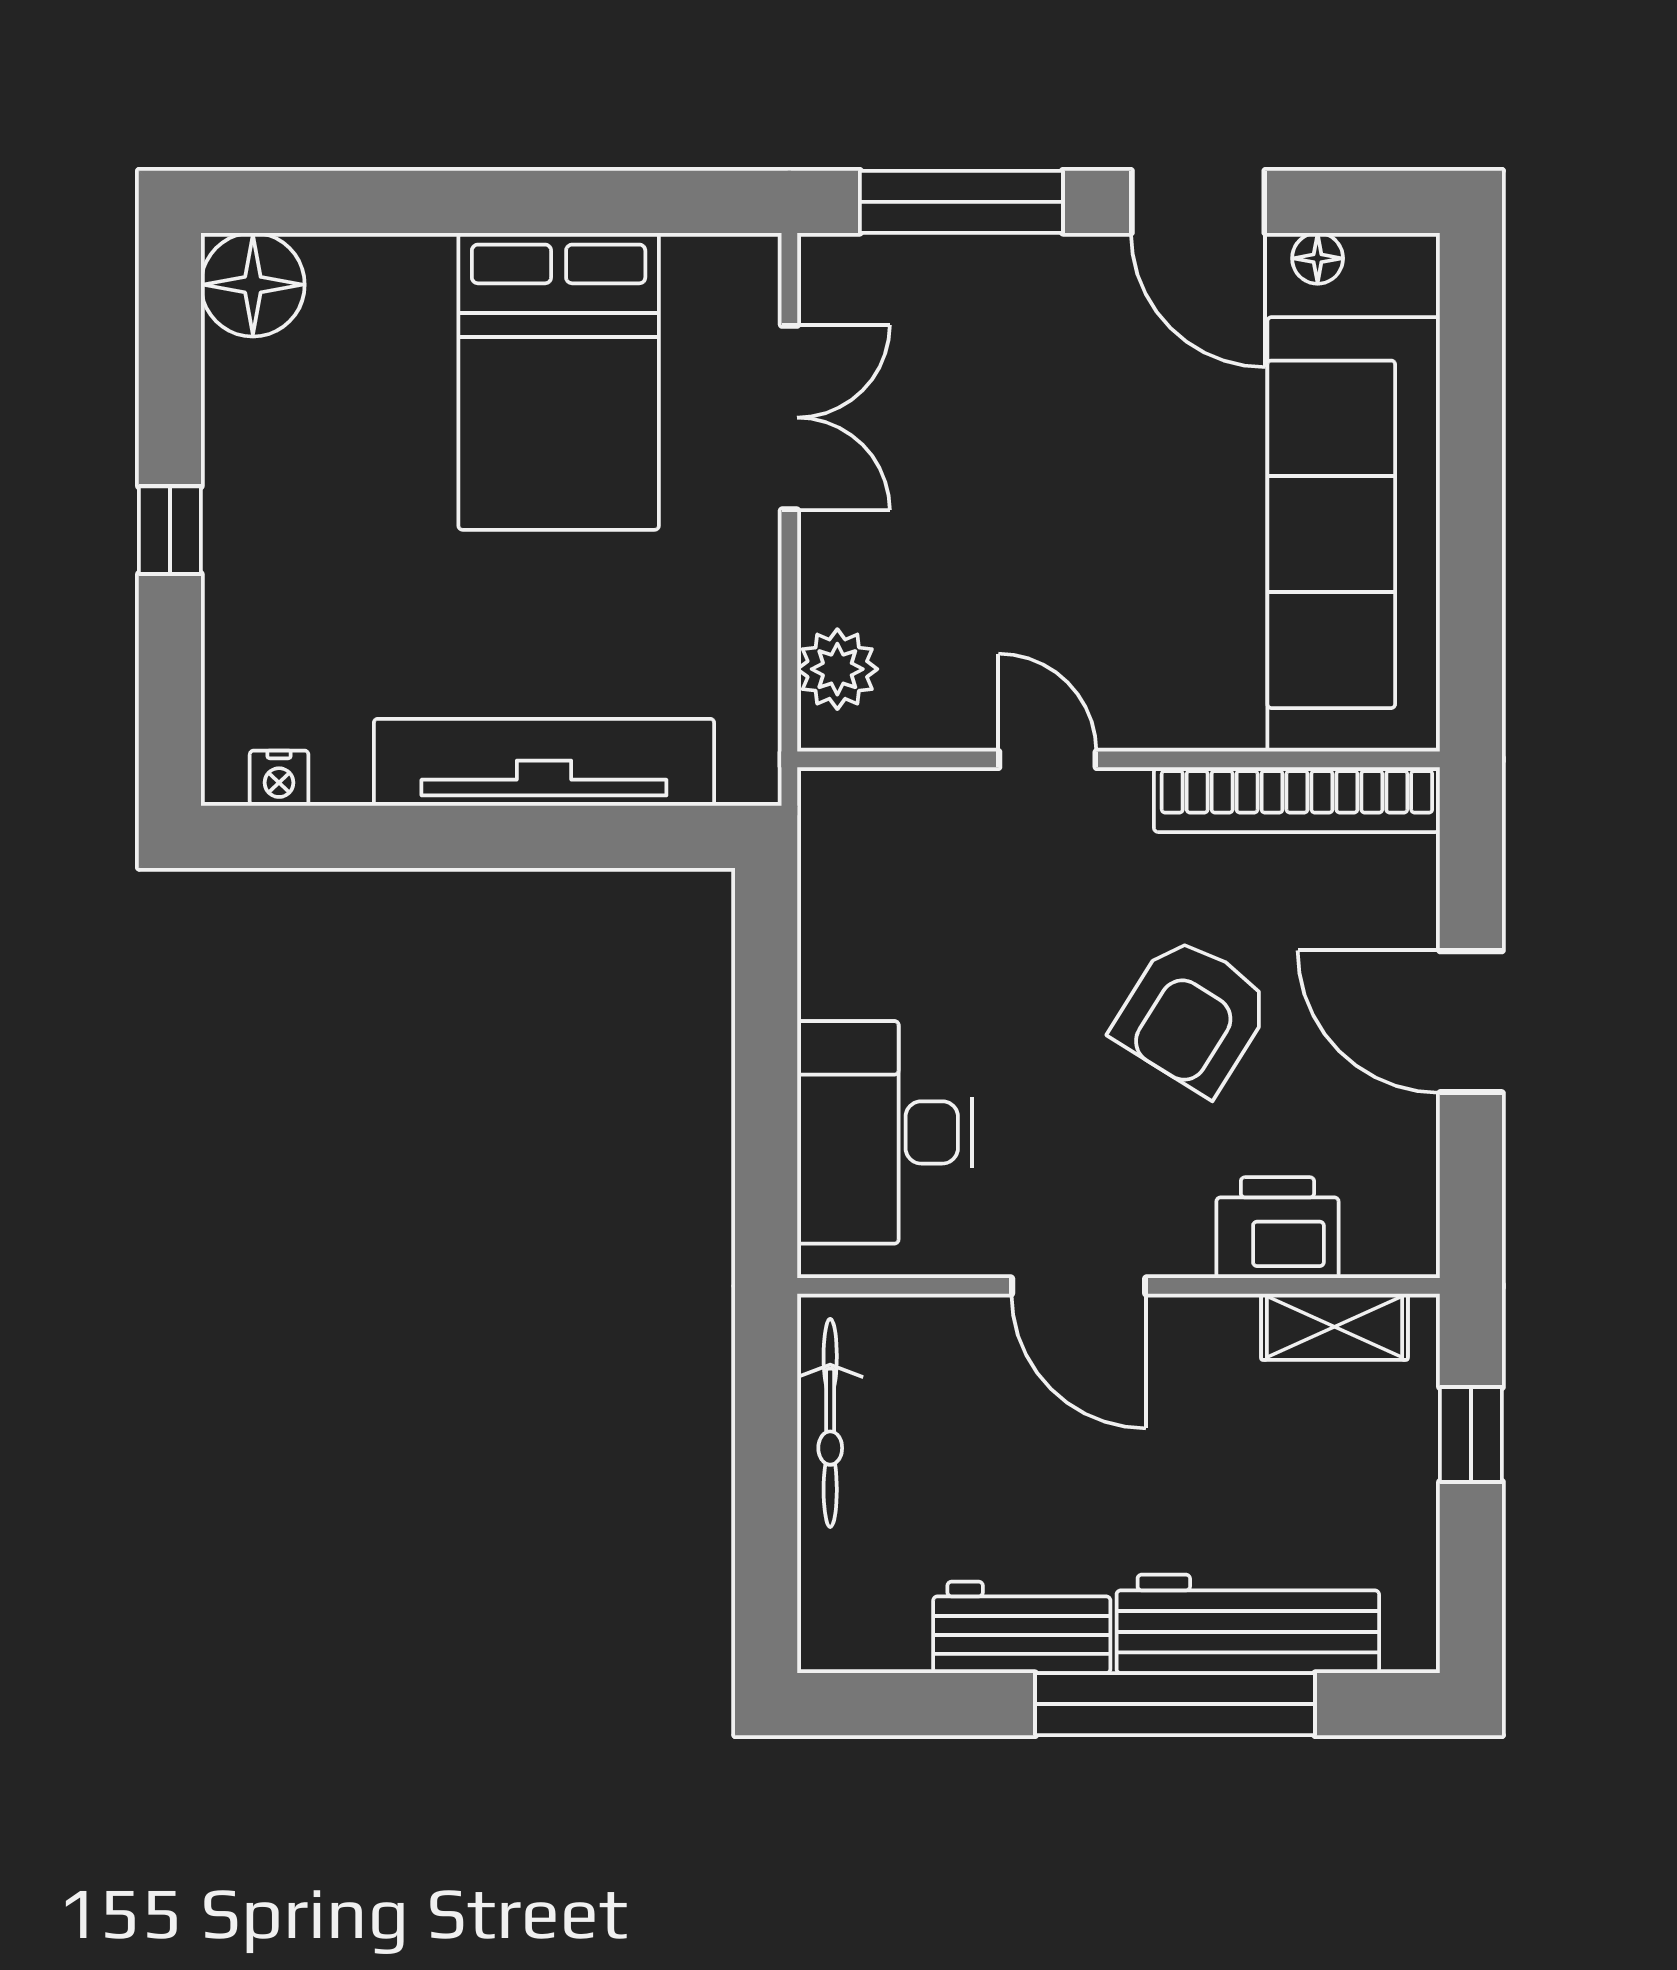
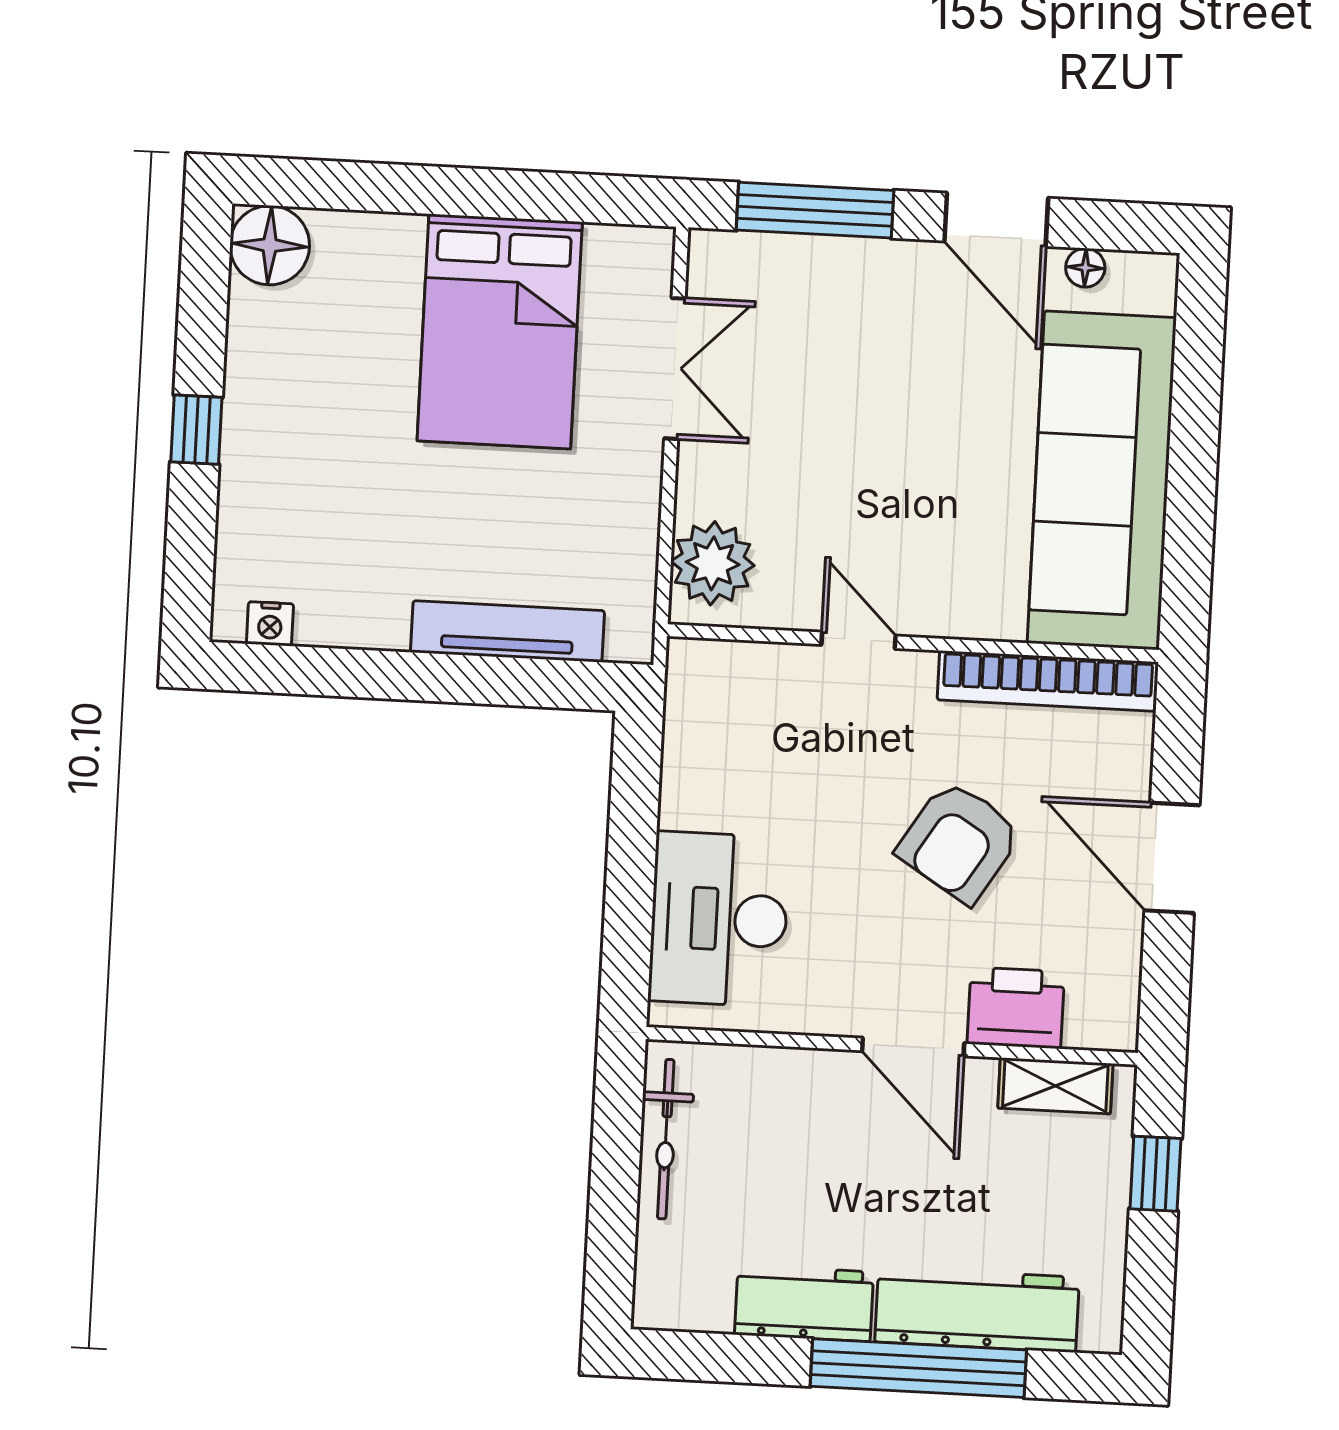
plant: (837, 669) -> (713, 563), width x1.36, depth x1.36
tv unit: (544, 762) -> (507, 631), width x0.73, depth x0.78
door: (1079, 1286) -> (913, 1047), moved

